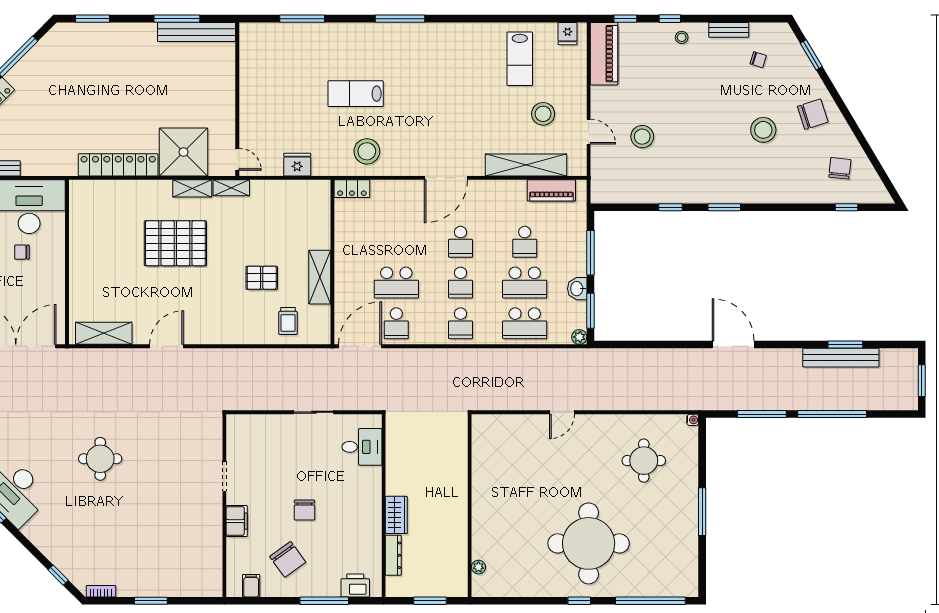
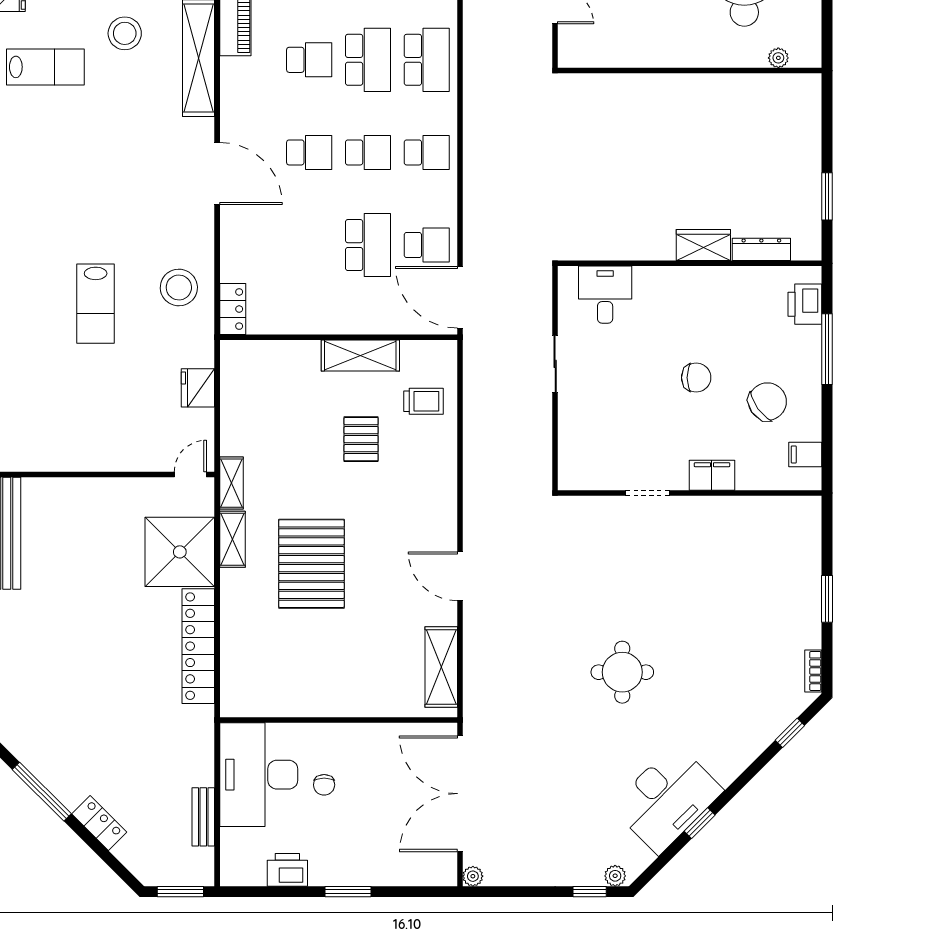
wall: (470, 506) -> (690, 71), moved
plant: (478, 567) -> (778, 58), moved

